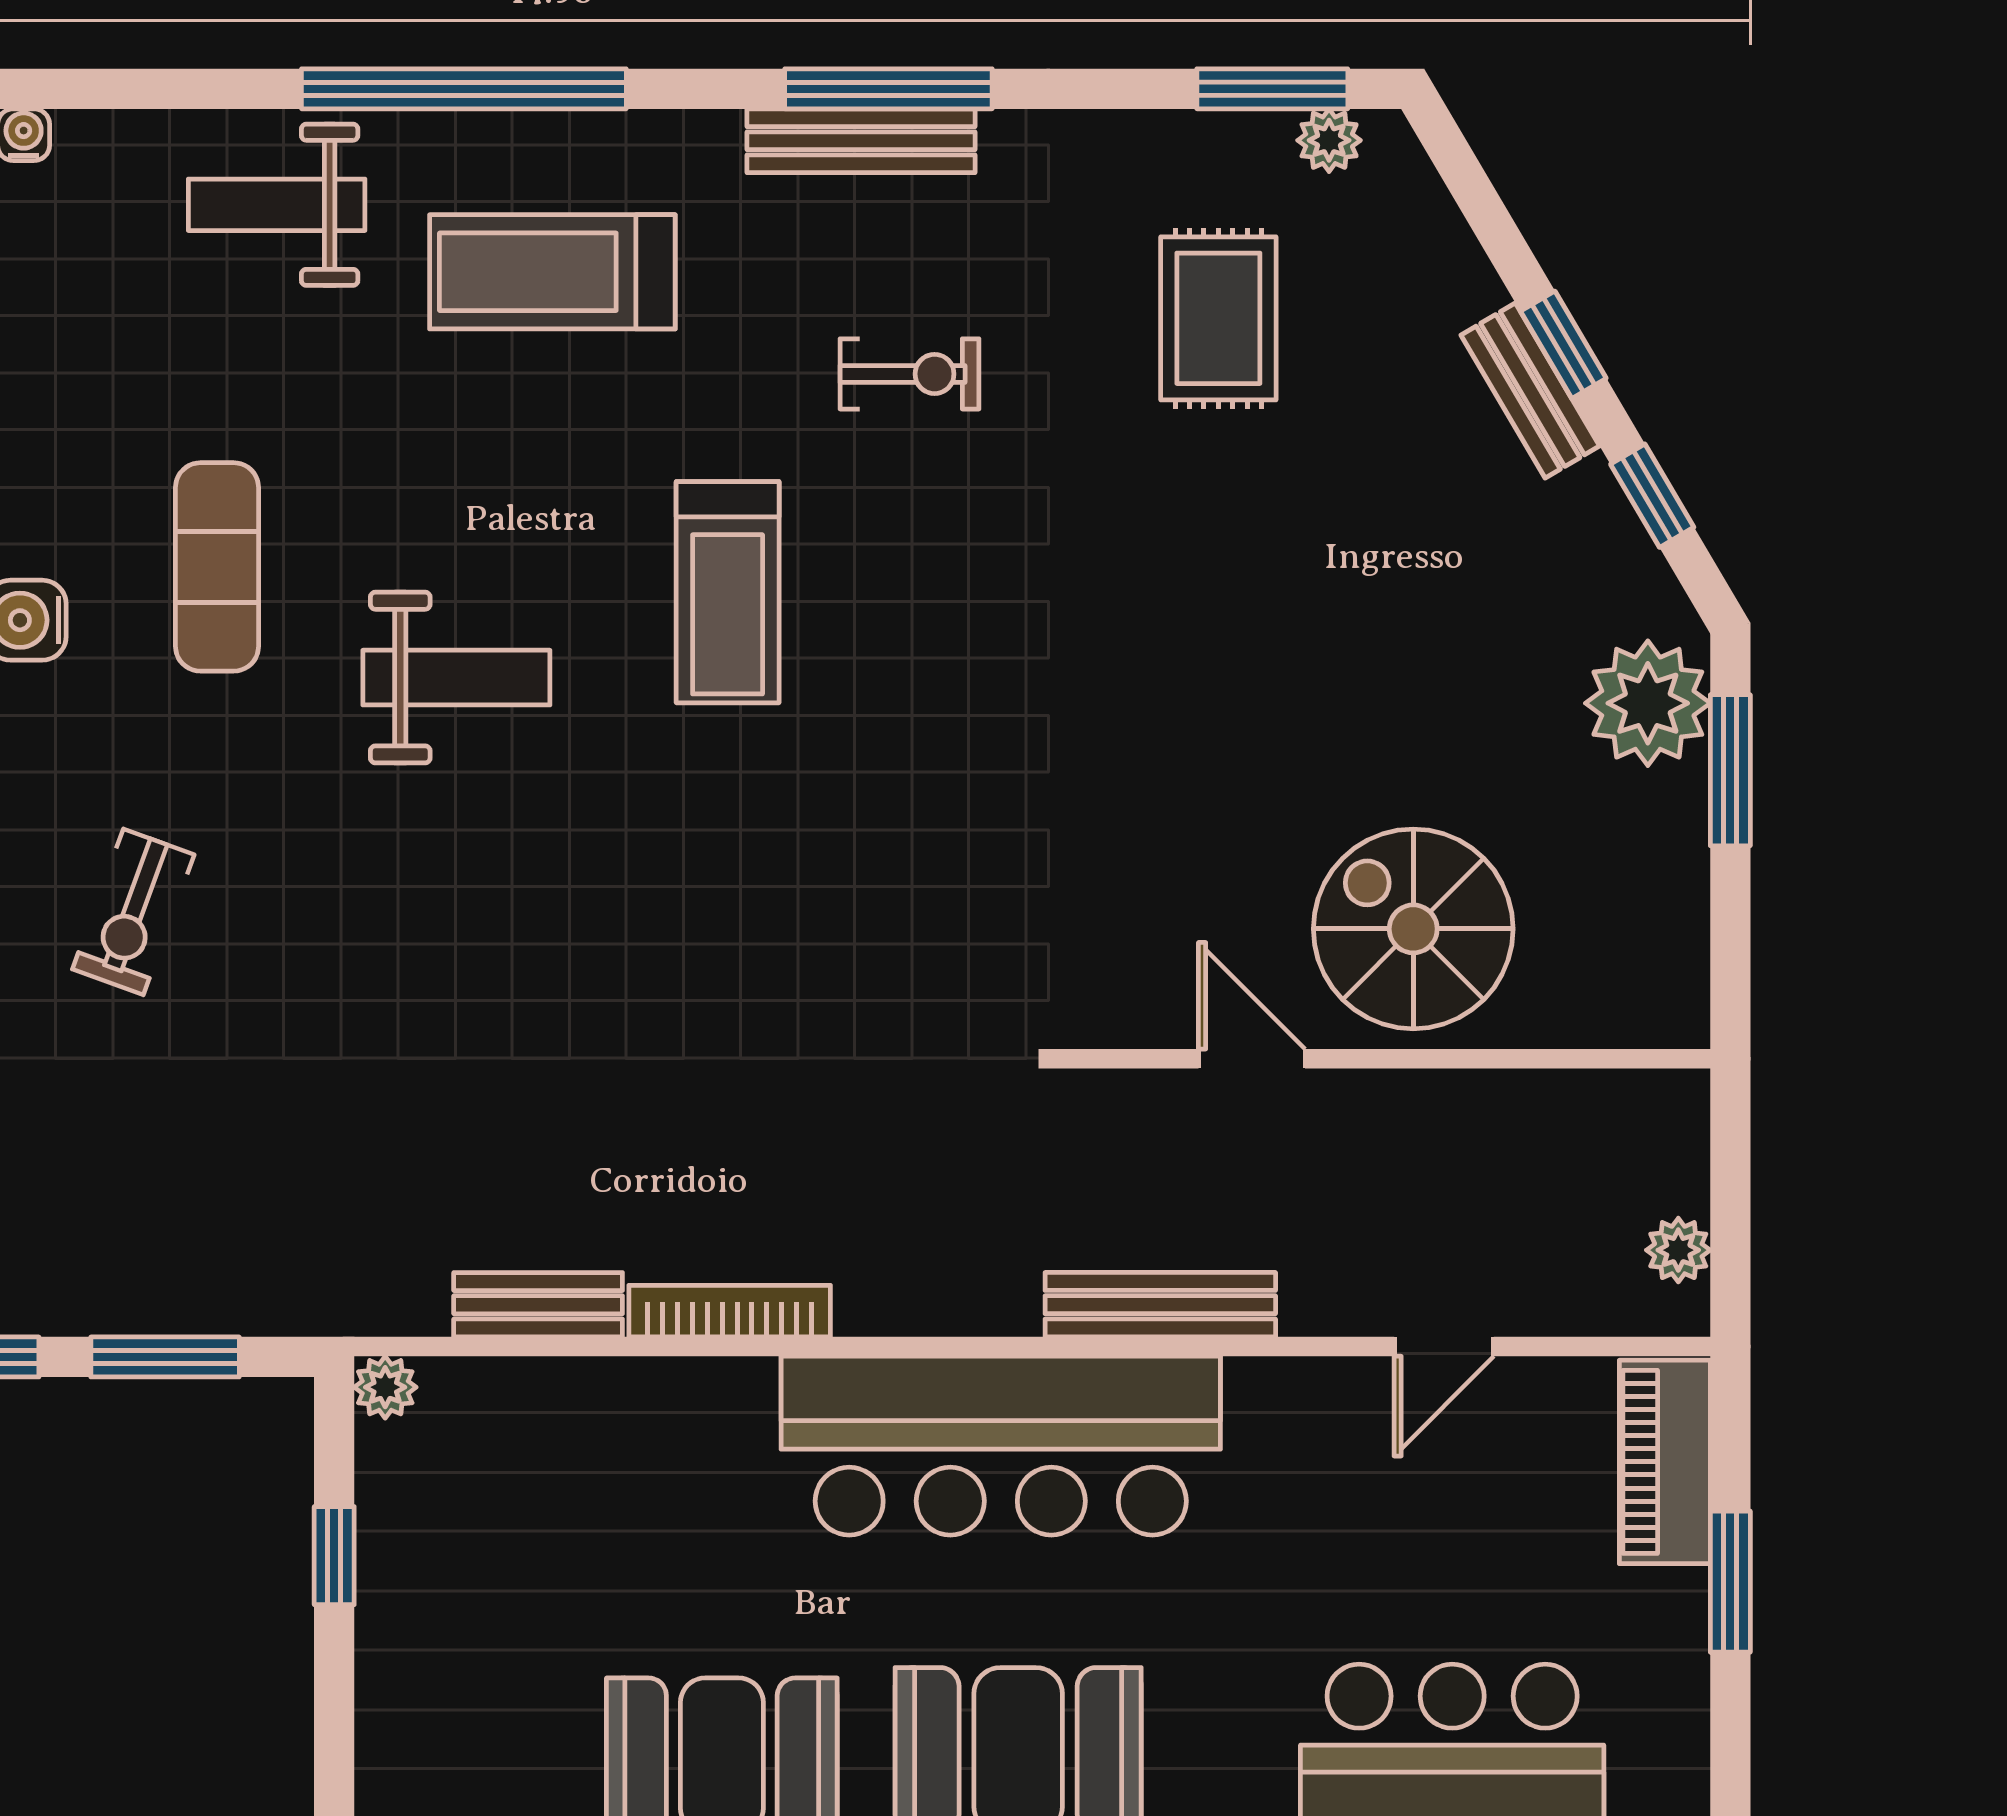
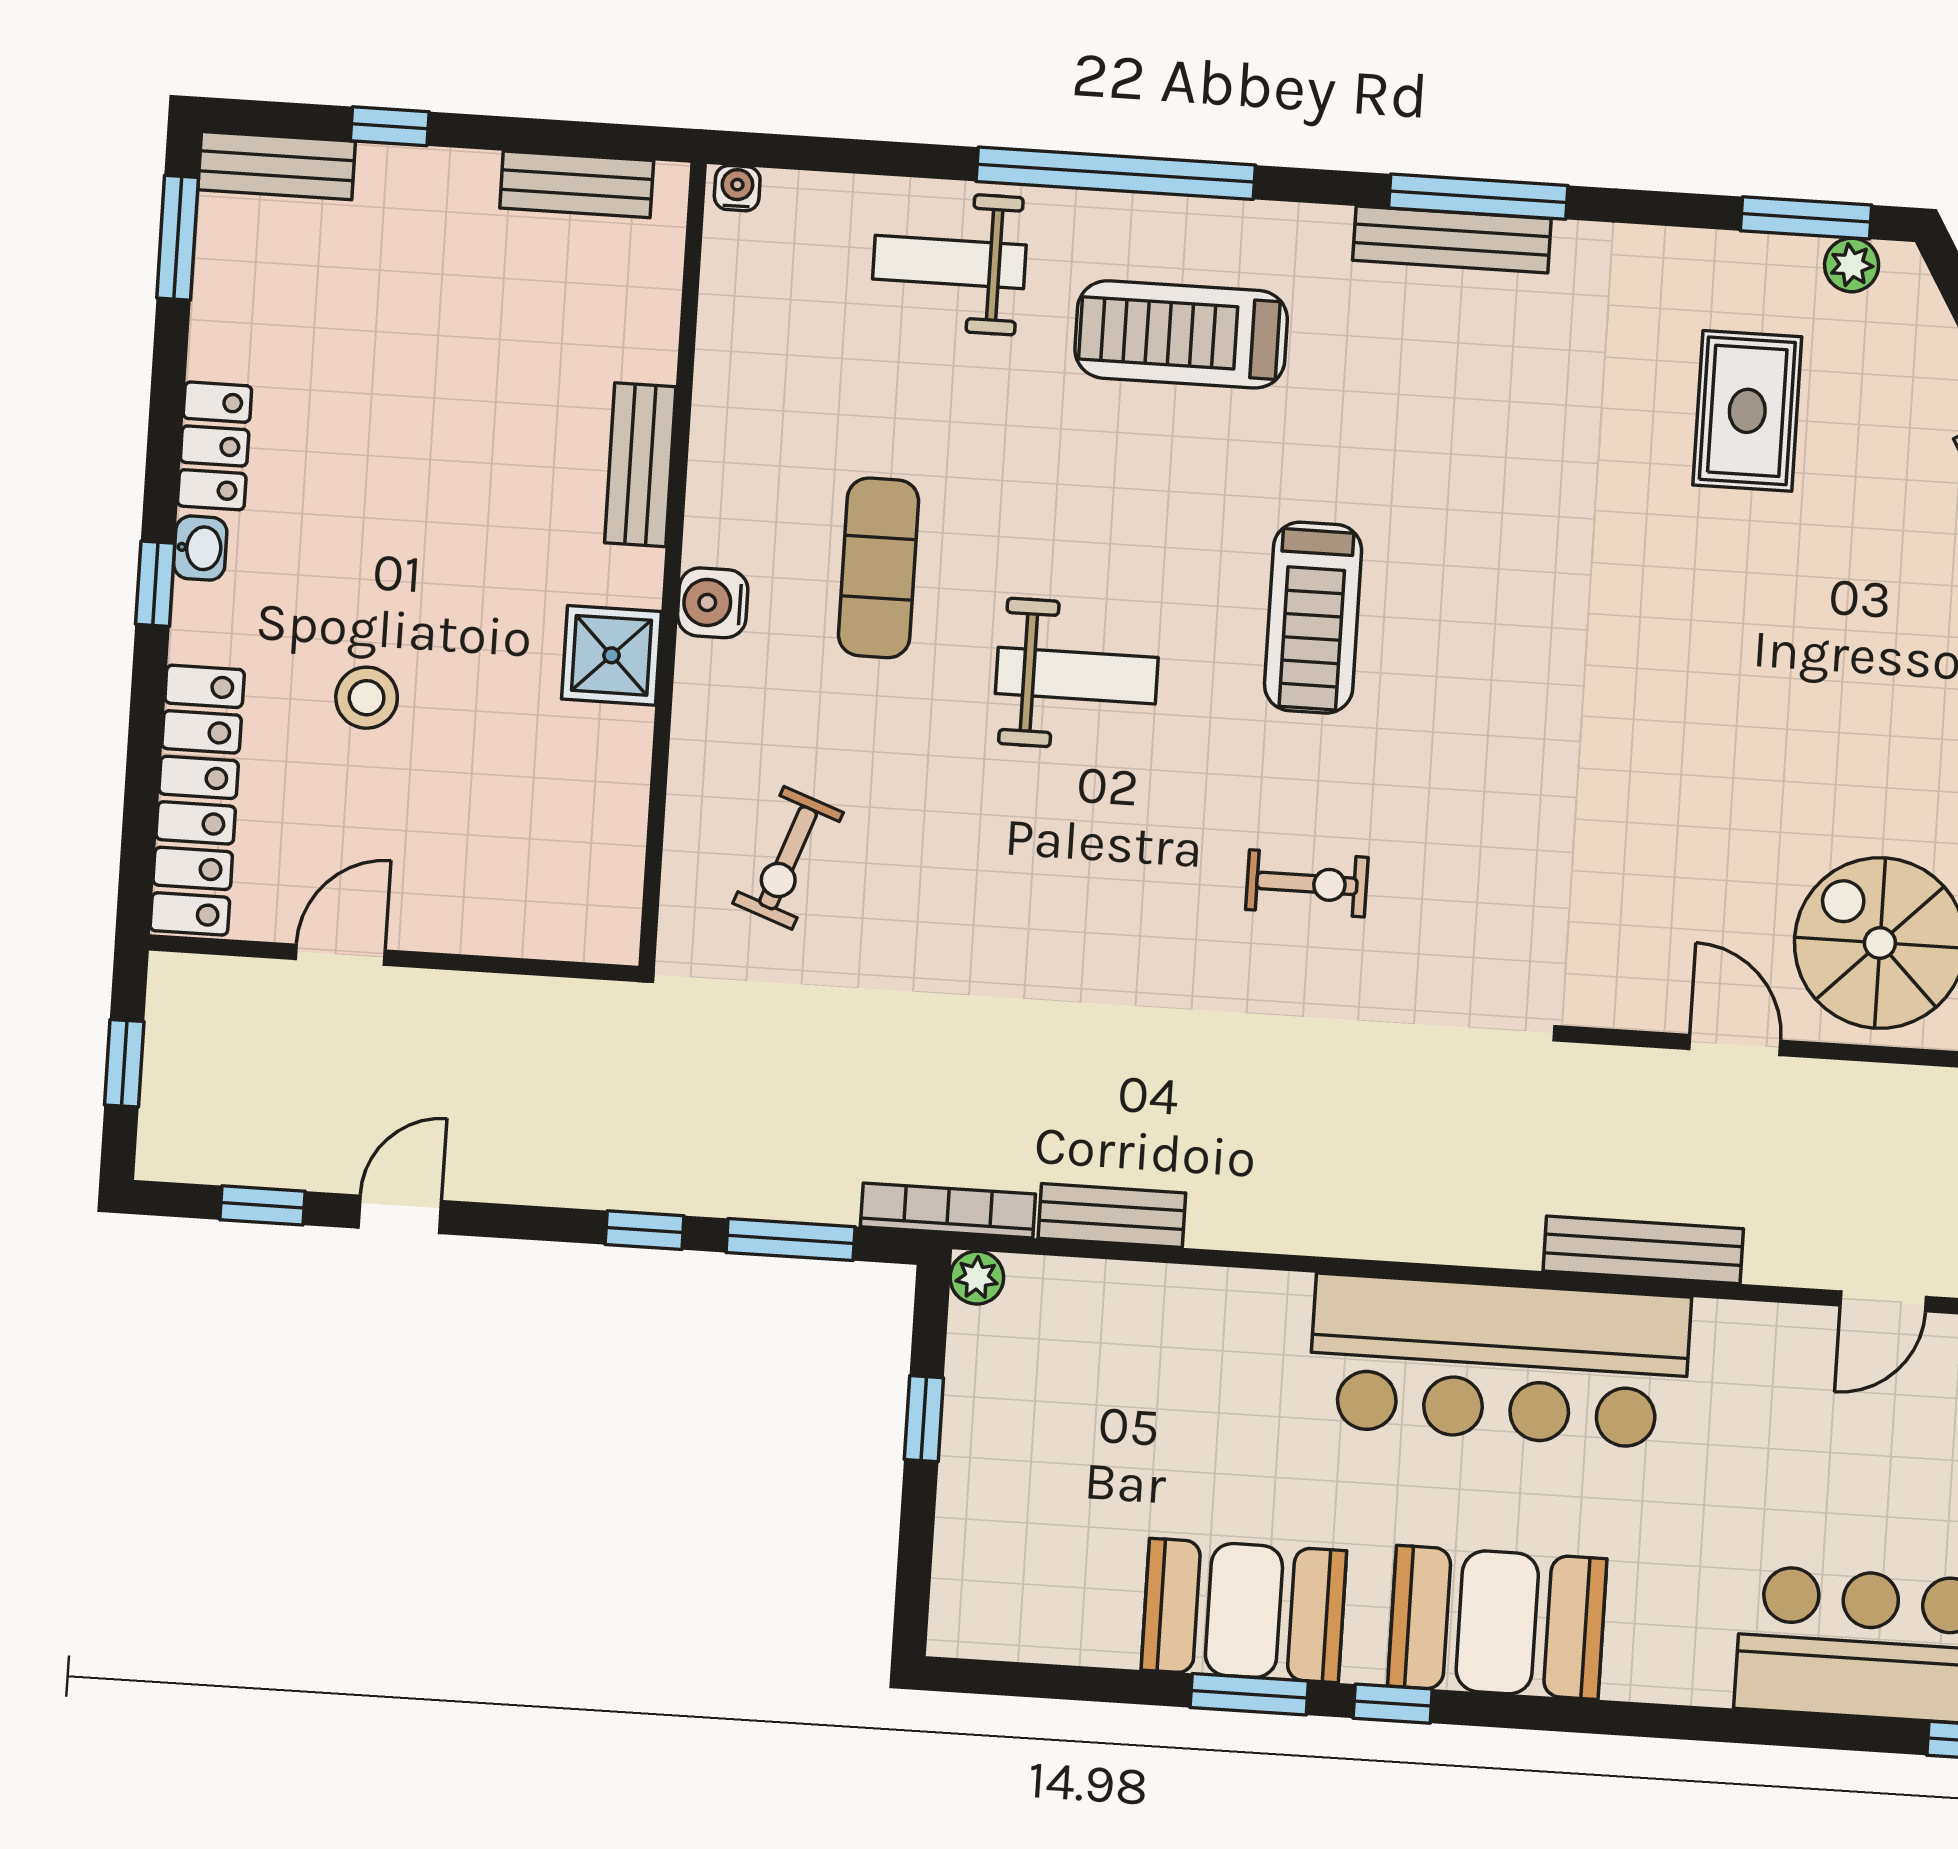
exercise bike: (910, 374) -> (1307, 883), moved
bookcase: (730, 1311) -> (948, 1210), moved

